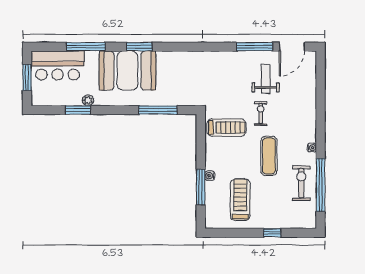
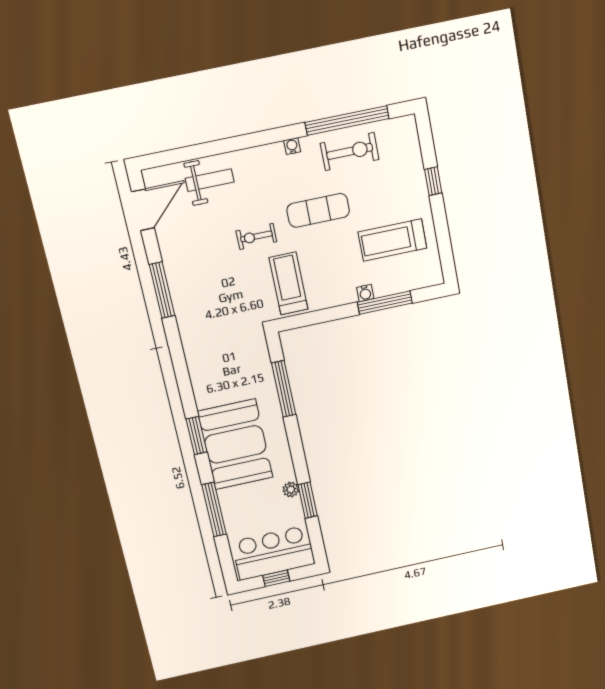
window: (254, 47) -> (162, 290), moved
door: (292, 47) -> (143, 210), hinge flipped
bar counter: (58, 65) -> (274, 553), moved, turned -90
window: (27, 77) -> (276, 578), width x0.67
weight bench: (266, 79) -> (210, 180), moved, turned 180
exercise bike: (301, 183) -> (350, 151), turned 180

